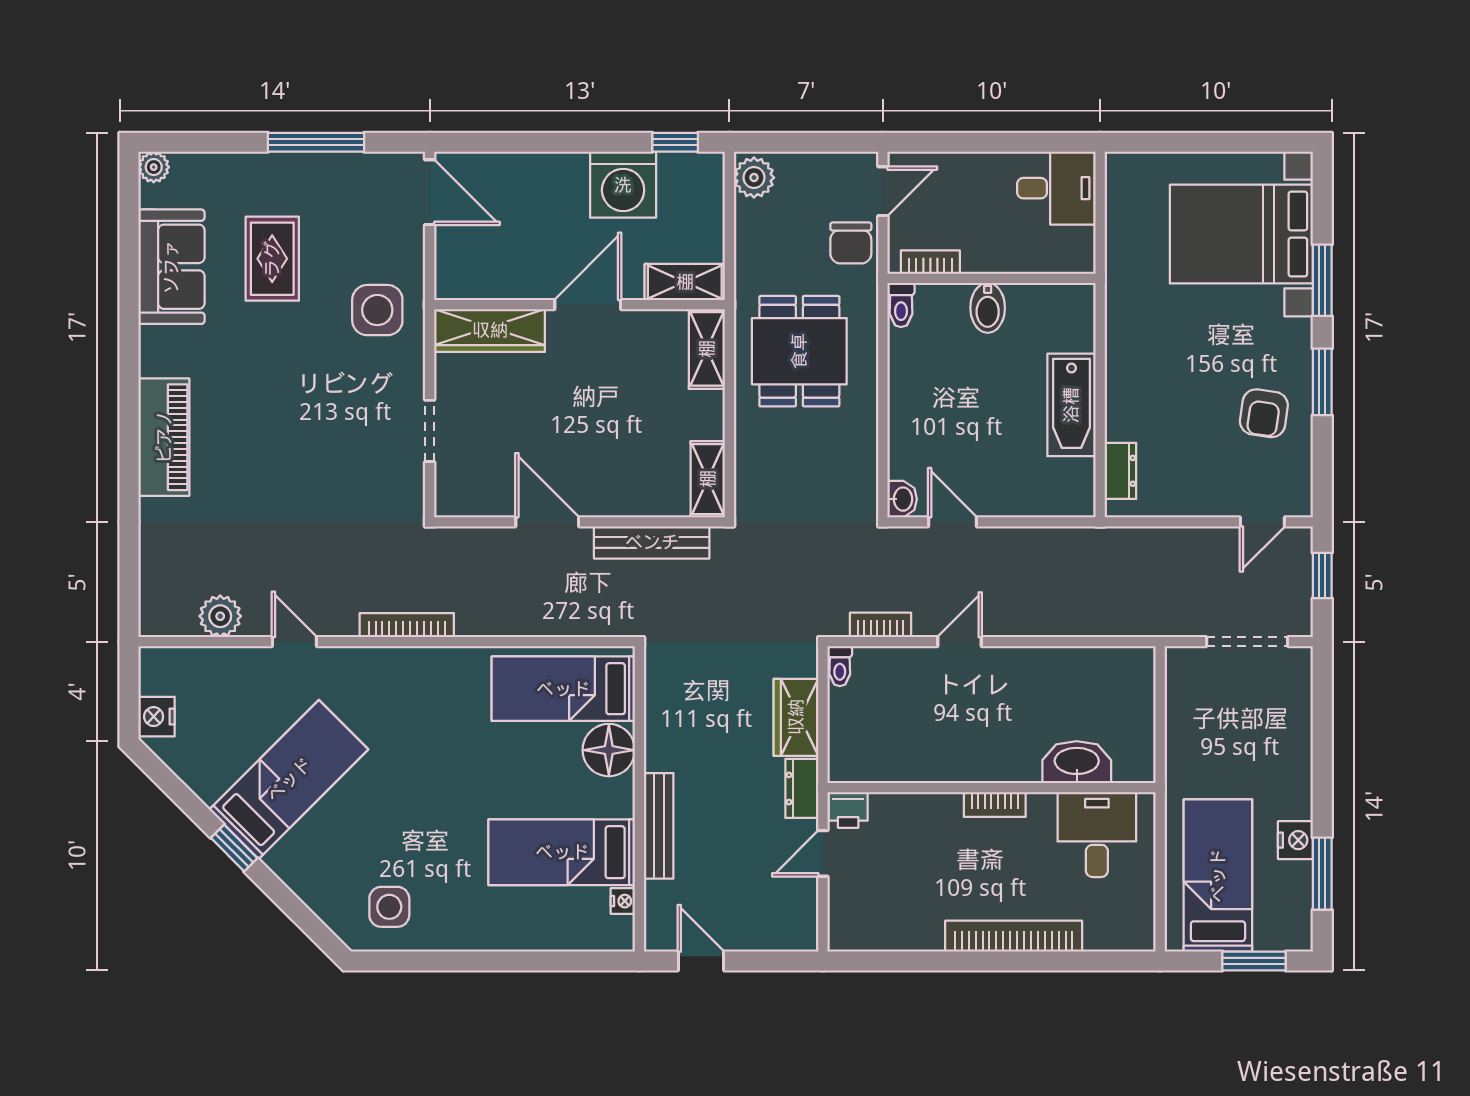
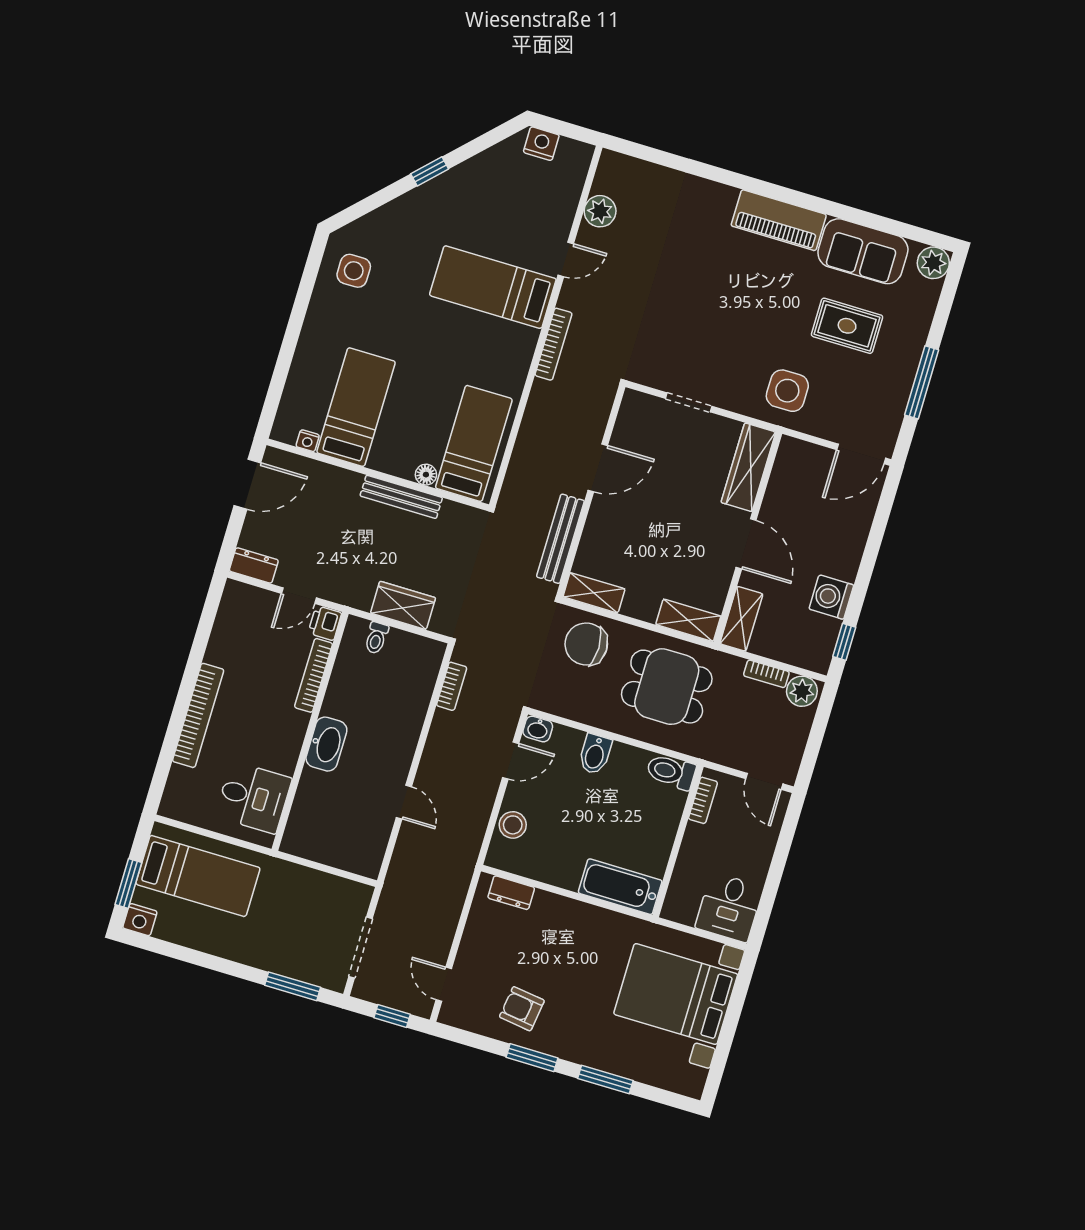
plant: (154, 167) -> (933, 263), width x1.38, depth x1.38
washing machine: (623, 185) -> (831, 597), width x0.73, depth x0.73
bookcase: (745, 229) -> (766, 674), added
bed with nightstands: (1241, 234) -> (676, 994), moved, turned -90
chair: (851, 243) -> (586, 644), moved, width x1.37, depth x1.37
toilet: (901, 305) -> (671, 772), width x1.37, depth x1.39
bidet: (988, 308) -> (595, 754), moved, turned -90
bathtub: (1071, 405) -> (620, 887), moved
piano: (164, 437) -> (779, 220), moved
stool: (1034, 495) -> (513, 825), added
door: (959, 642) -> (404, 802), moved
toilet: (840, 666) -> (376, 638), moved, turned -90
floor lamp: (609, 750) -> (426, 475), width x0.53, depth x0.53
washbasin: (1077, 762) -> (326, 744), moved
bed: (289, 780) -> (493, 287), moved, turned 135
dresser: (802, 788) -> (254, 565), moved
bookcase: (995, 805) -> (314, 675), moved, width x1.56
bench: (659, 826) -> (401, 497), moved
nightstand: (1295, 840) -> (140, 920), moved
door: (823, 853) -> (299, 596), swing flipped
window: (1322, 874) -> (293, 986), moved
door: (701, 961) -> (247, 484), width x1.37

